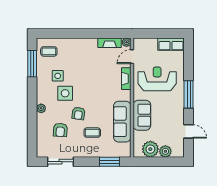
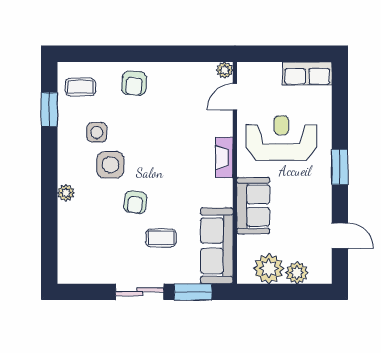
fireplace: (110, 43) -> (193, 71), removed
window: (32, 64) -> (49, 110), width x0.69
fireplace: (126, 79) -> (224, 157), moved
window: (189, 94) -> (340, 167), width x0.69
sofa: (122, 122) -> (217, 246), moved
armchair: (60, 130) -> (134, 83), moved
sliding door: (61, 162) -> (140, 292), moved

